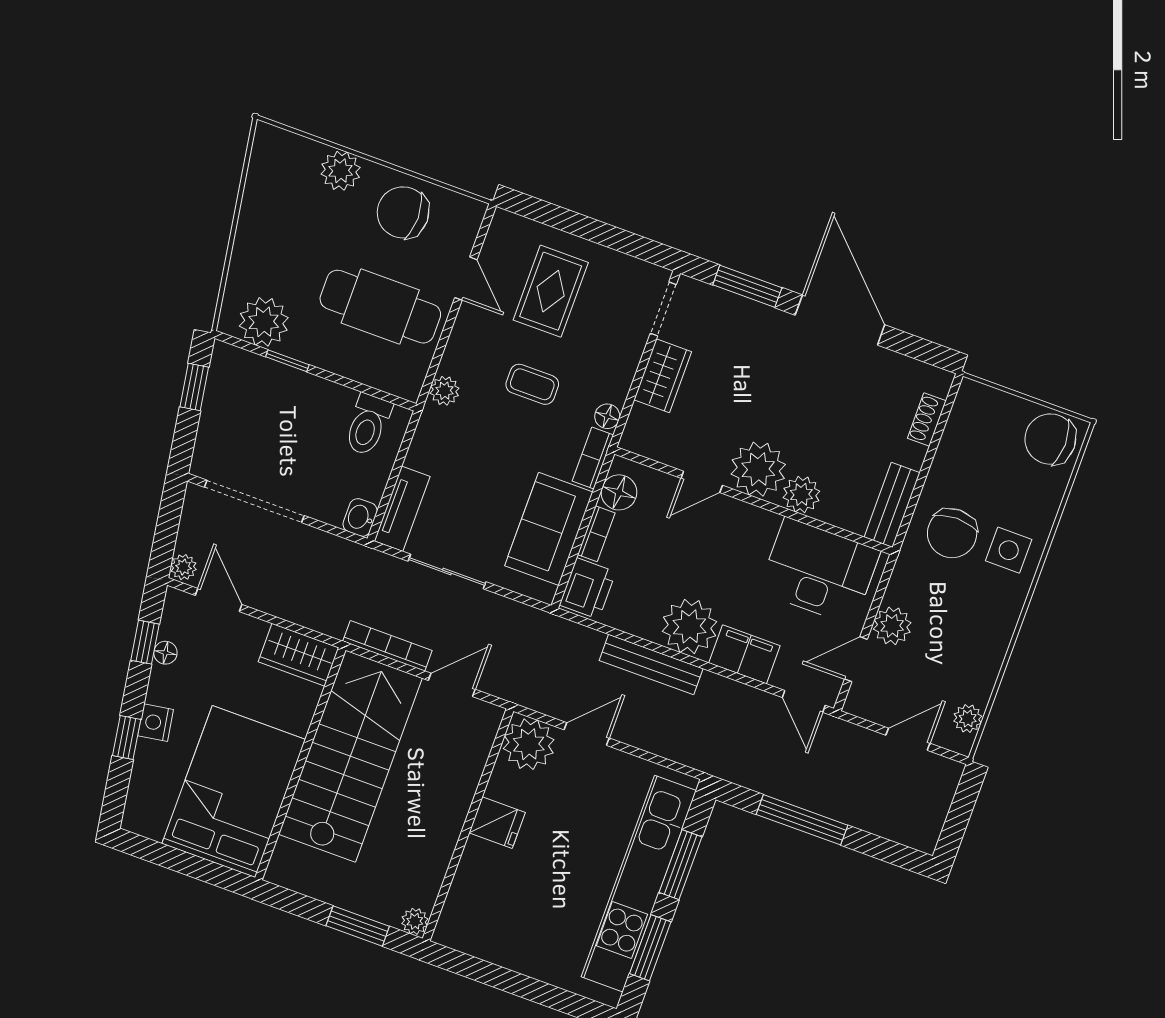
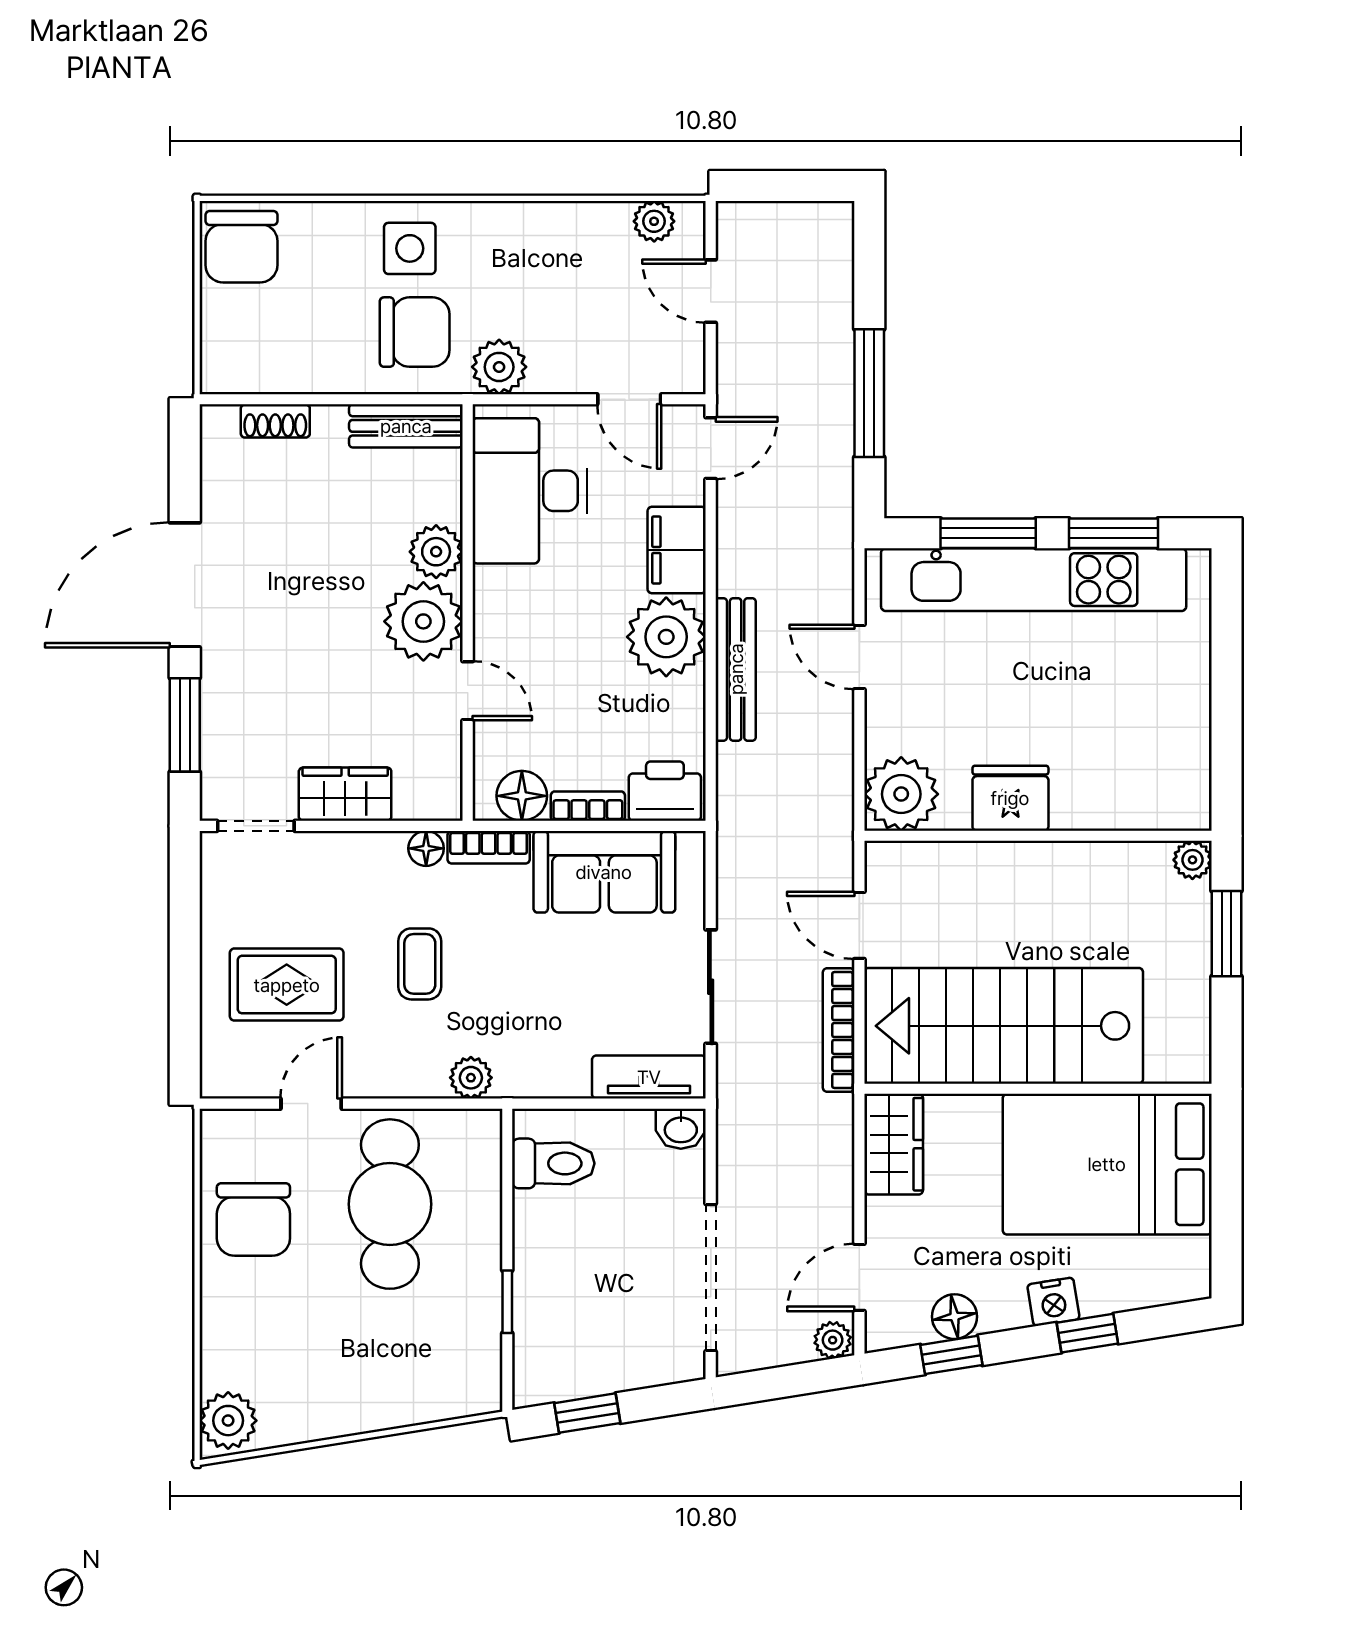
plant: (341, 171) -> (228, 1421), moved
plant: (264, 322) -> (467, 1352), removed
plant: (892, 626) -> (499, 367), moved
floor lamp: (165, 653) -> (955, 1317), width x1.37, depth x1.37
door: (587, 734) -> (859, 657), moved
fridge: (497, 823) -> (1010, 798), width x1.38

